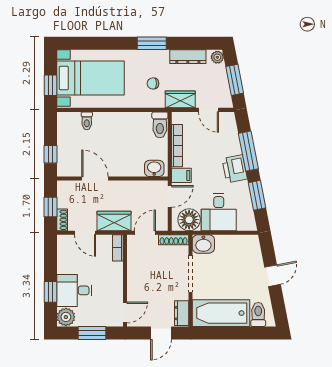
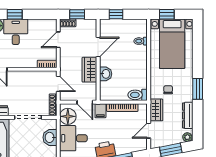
washbasin: (154, 168) -> (106, 74), moved
wardrobe: (114, 221) -> (89, 70), moved, turned 180
washbasin: (203, 244) -> (50, 137), moved

